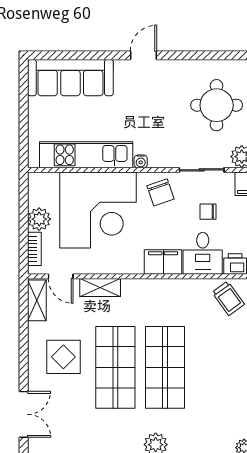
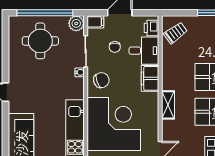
water cooler: (141, 161) -> (80, 72), moved
shelving: (100, 287) -> (168, 105), moved

